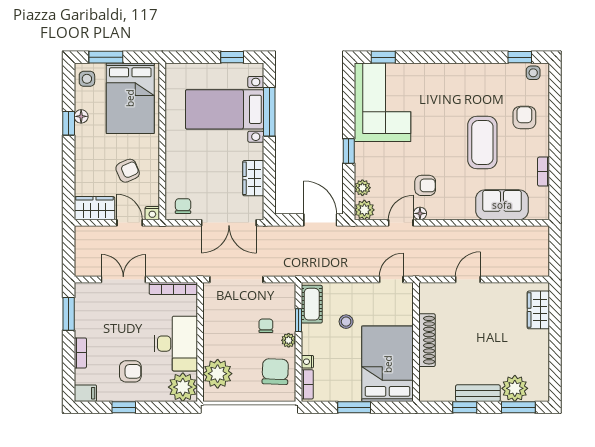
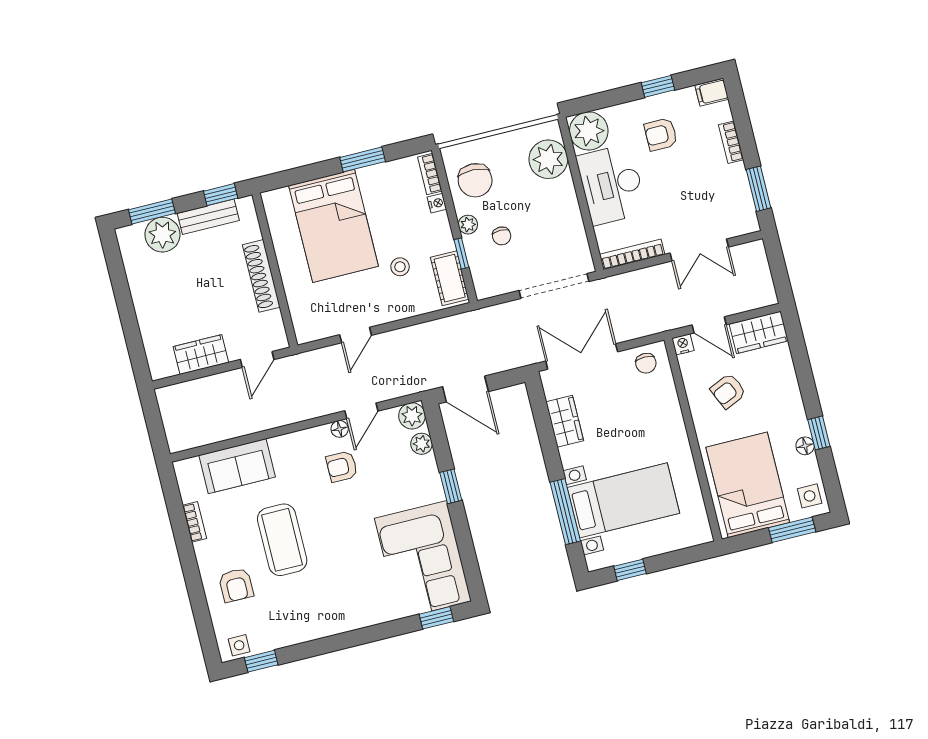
wardrobe: (538, 310) -> (201, 354), moved, turned -90
shoe rack: (427, 340) -> (261, 276), moved
wall: (416, 342) -> (275, 270), moved

